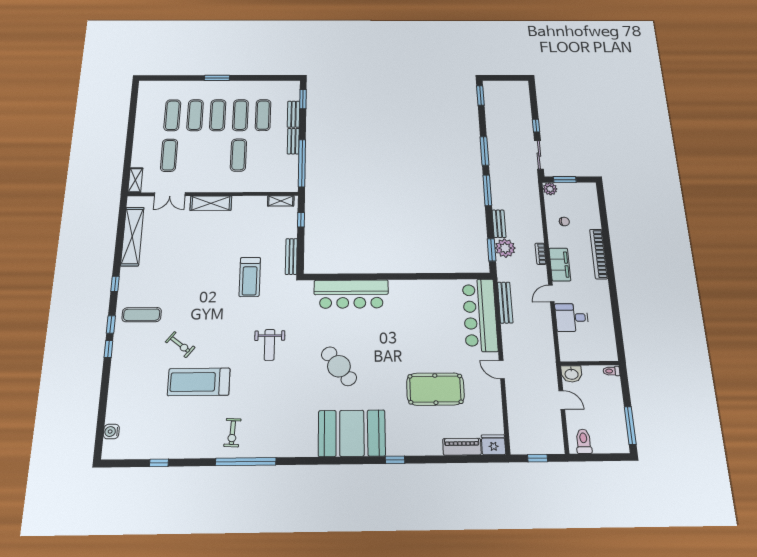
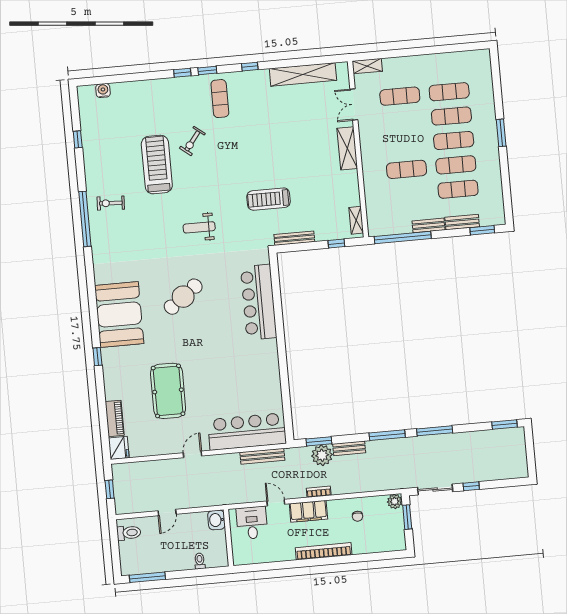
wall: (590, 363) -> (229, 538), moved
washbasin: (571, 374) -> (216, 520), moved

